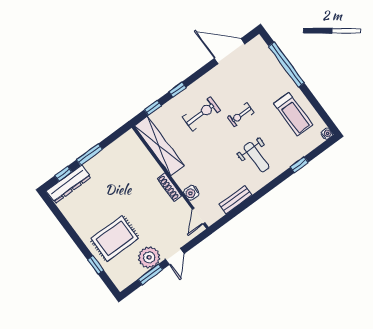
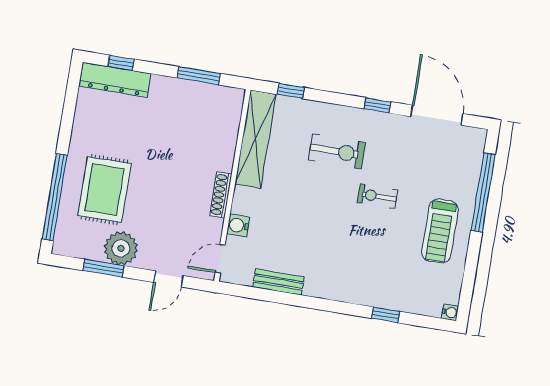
window: (177, 90) -> (377, 105), moved
treadmill: (293, 114) -> (440, 231), moved
window: (89, 154) -> (199, 76), moved
weight bench: (256, 157) -> (348, 259), removed
rug: (115, 238) -> (105, 190), turned 90
door: (175, 256) -> (168, 279), moved
window: (96, 265) -> (55, 197), width x3.17

